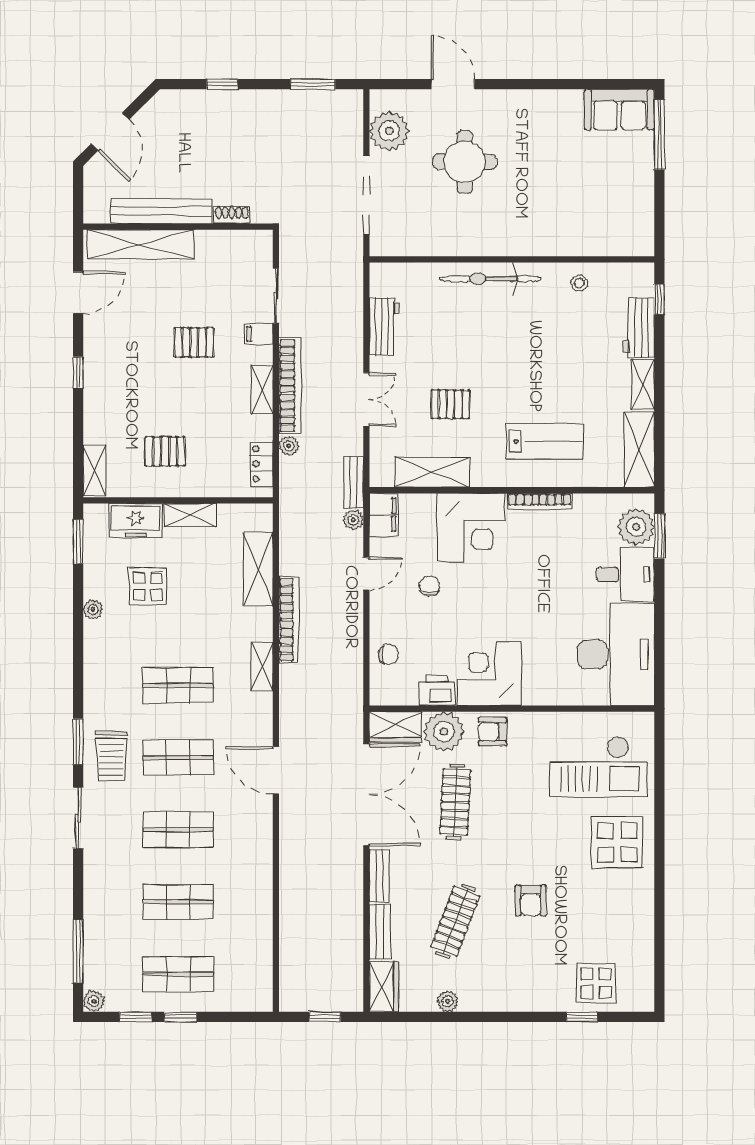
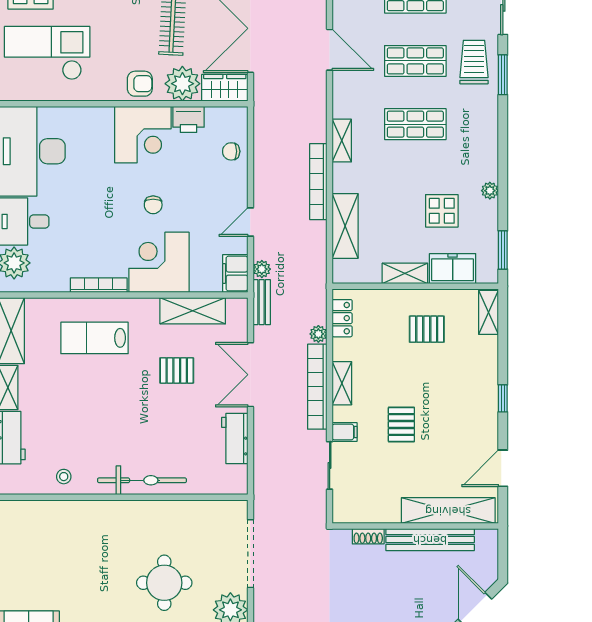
pallet: (194, 342) -> (401, 425), turned 90
double door: (366, 399) -> (250, 375), width x1.37
chair: (429, 586) -> (153, 205), moved

